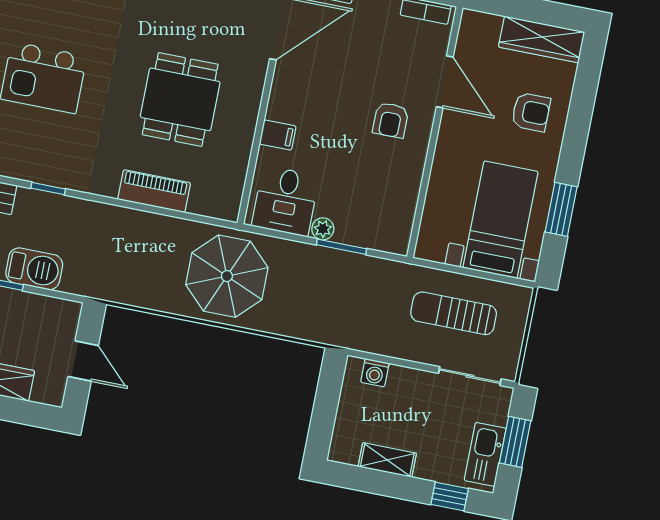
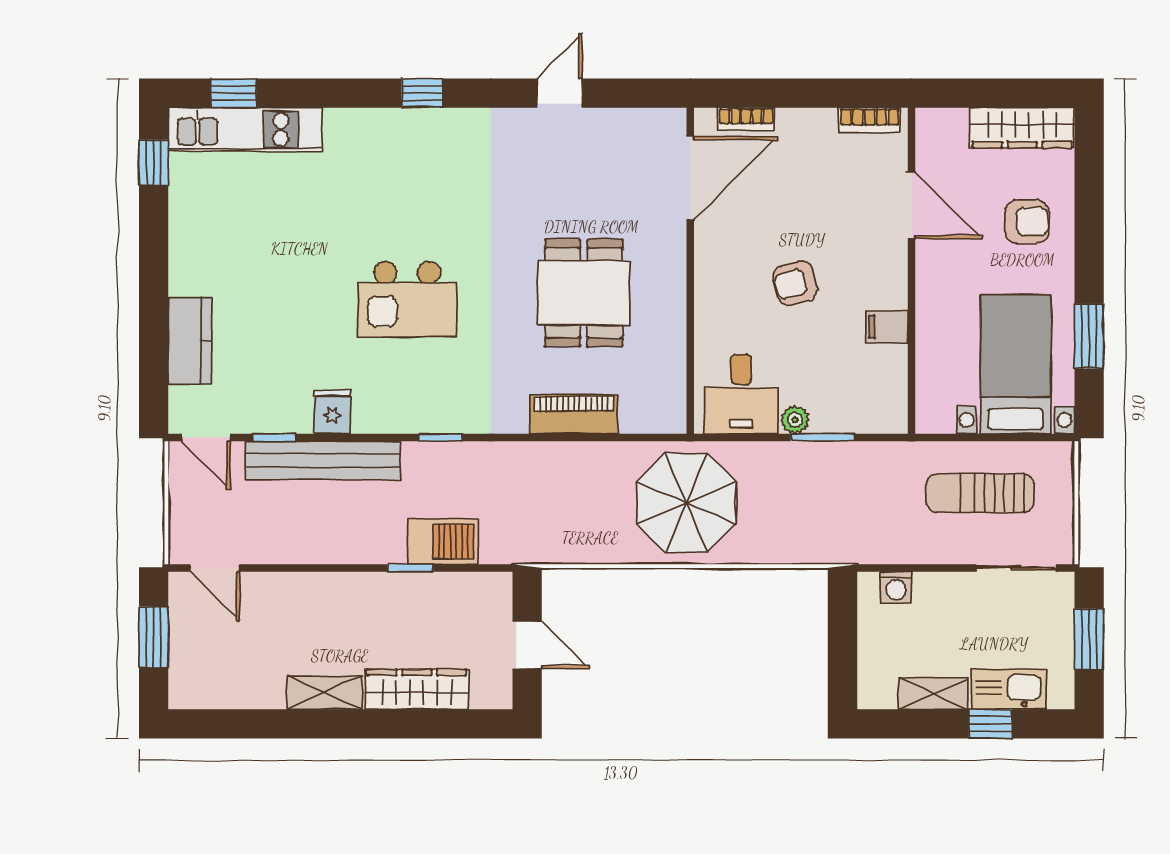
armchair: (391, 120) -> (795, 283), moved, turned 75
filing cabinet: (278, 135) -> (887, 327), moved, turned 180
kitchen sink: (485, 454) -> (1009, 689), moved, turned 90
window: (450, 496) -> (990, 724), moved

